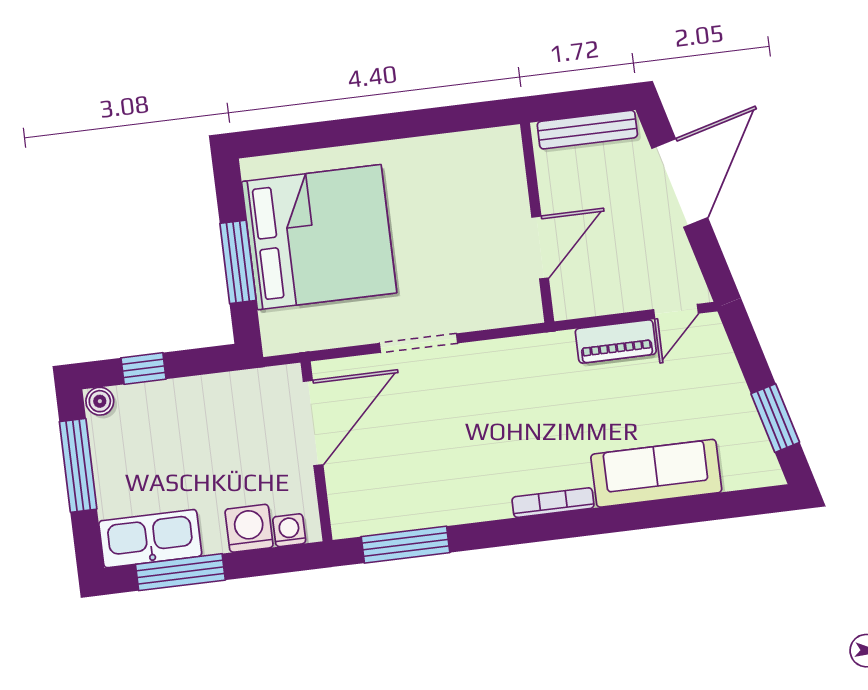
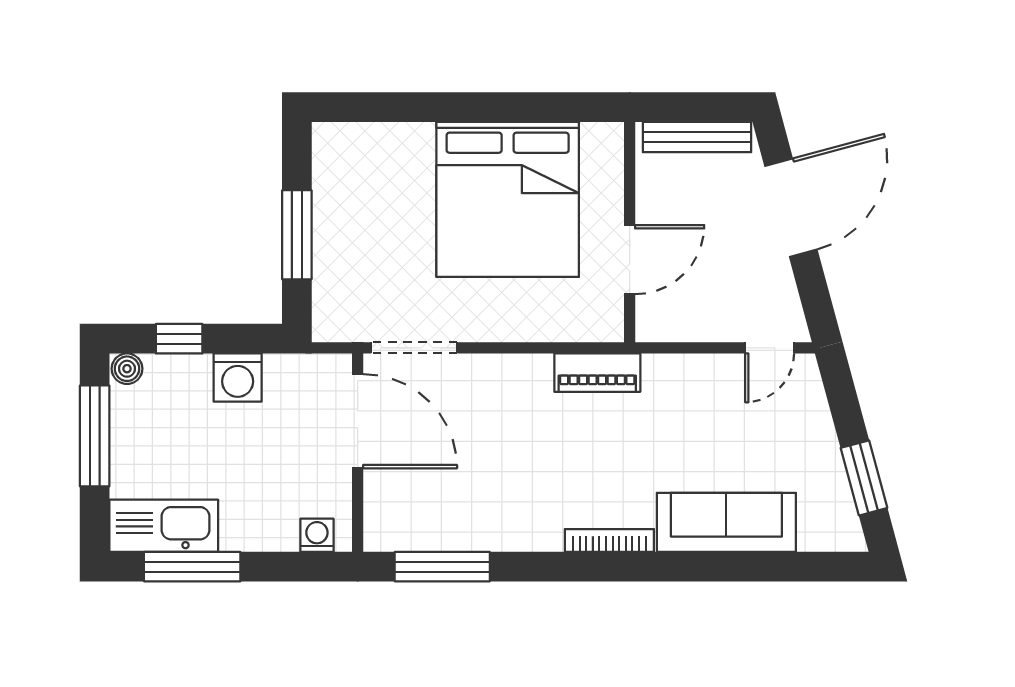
bed: (319, 237) -> (508, 199), moved, turned 90
piano: (616, 341) -> (597, 373), moved
doorway: (419, 343) -> (414, 348), moved
door: (313, 423) -> (358, 421), hinge flipped
washing machine: (249, 528) -> (238, 378), moved, turned 180

